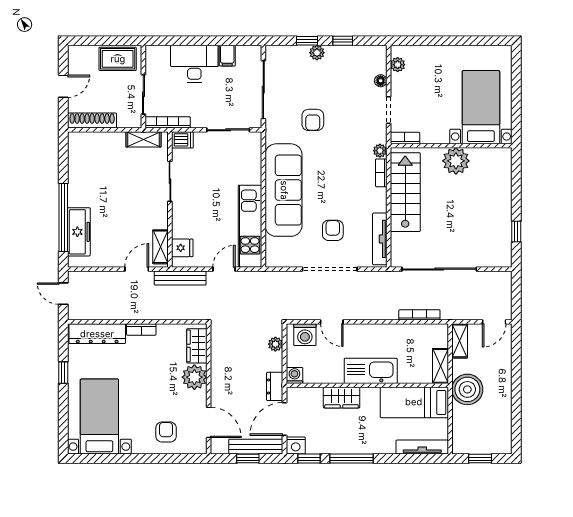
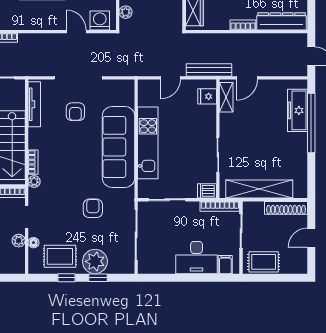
plant: (317, 53) -> (95, 261), width x1.87, depth x1.87
filing cabinet: (227, 56) -> (225, 265), moved
rug: (350, 65) -> (60, 256), added
plant: (398, 65) -> (19, 241), moved
shelving: (144, 139) -> (259, 189), width x2.20, depth x1.33
kitchen unit: (250, 226) -> (148, 143), moved

